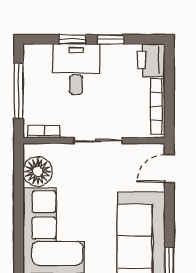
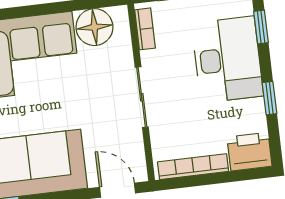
window: (73, 39) -> (261, 27), moved
desk: (76, 69) -> (228, 60), width x1.37

